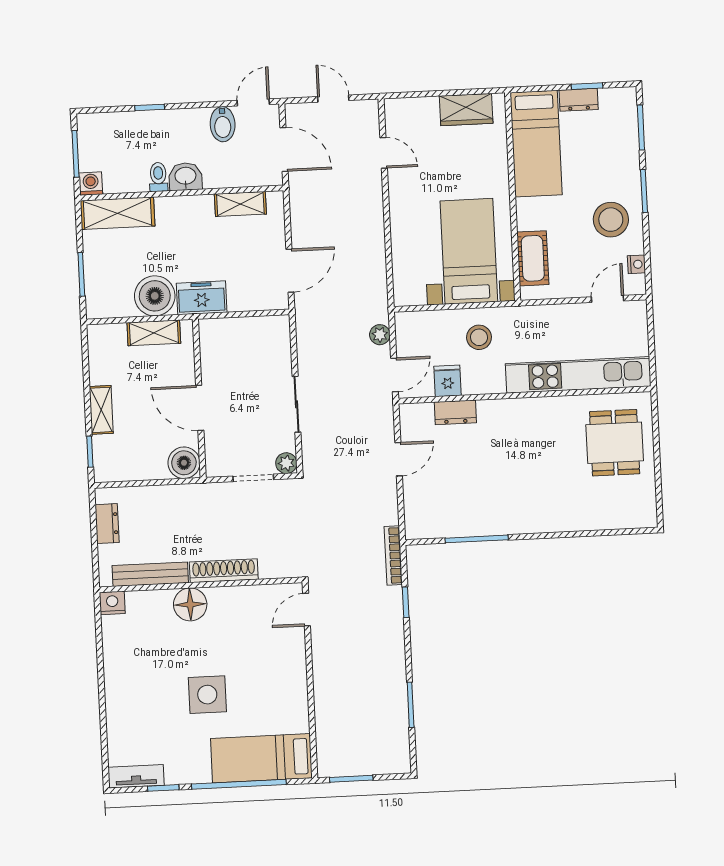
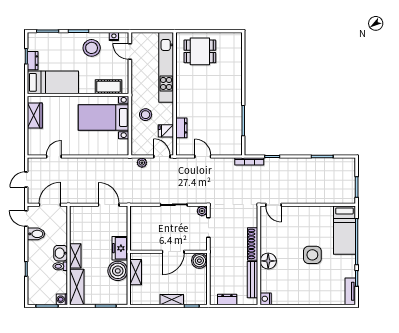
shelving: (240, 204) -> (75, 256), moved

